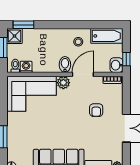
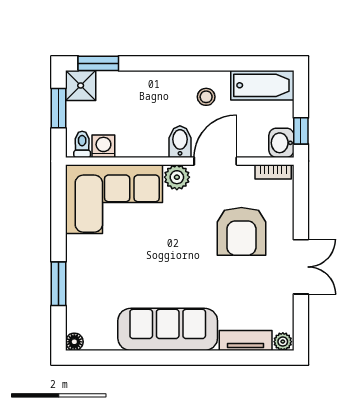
armchair: (96, 110) -> (241, 231), width x1.88, depth x1.88

